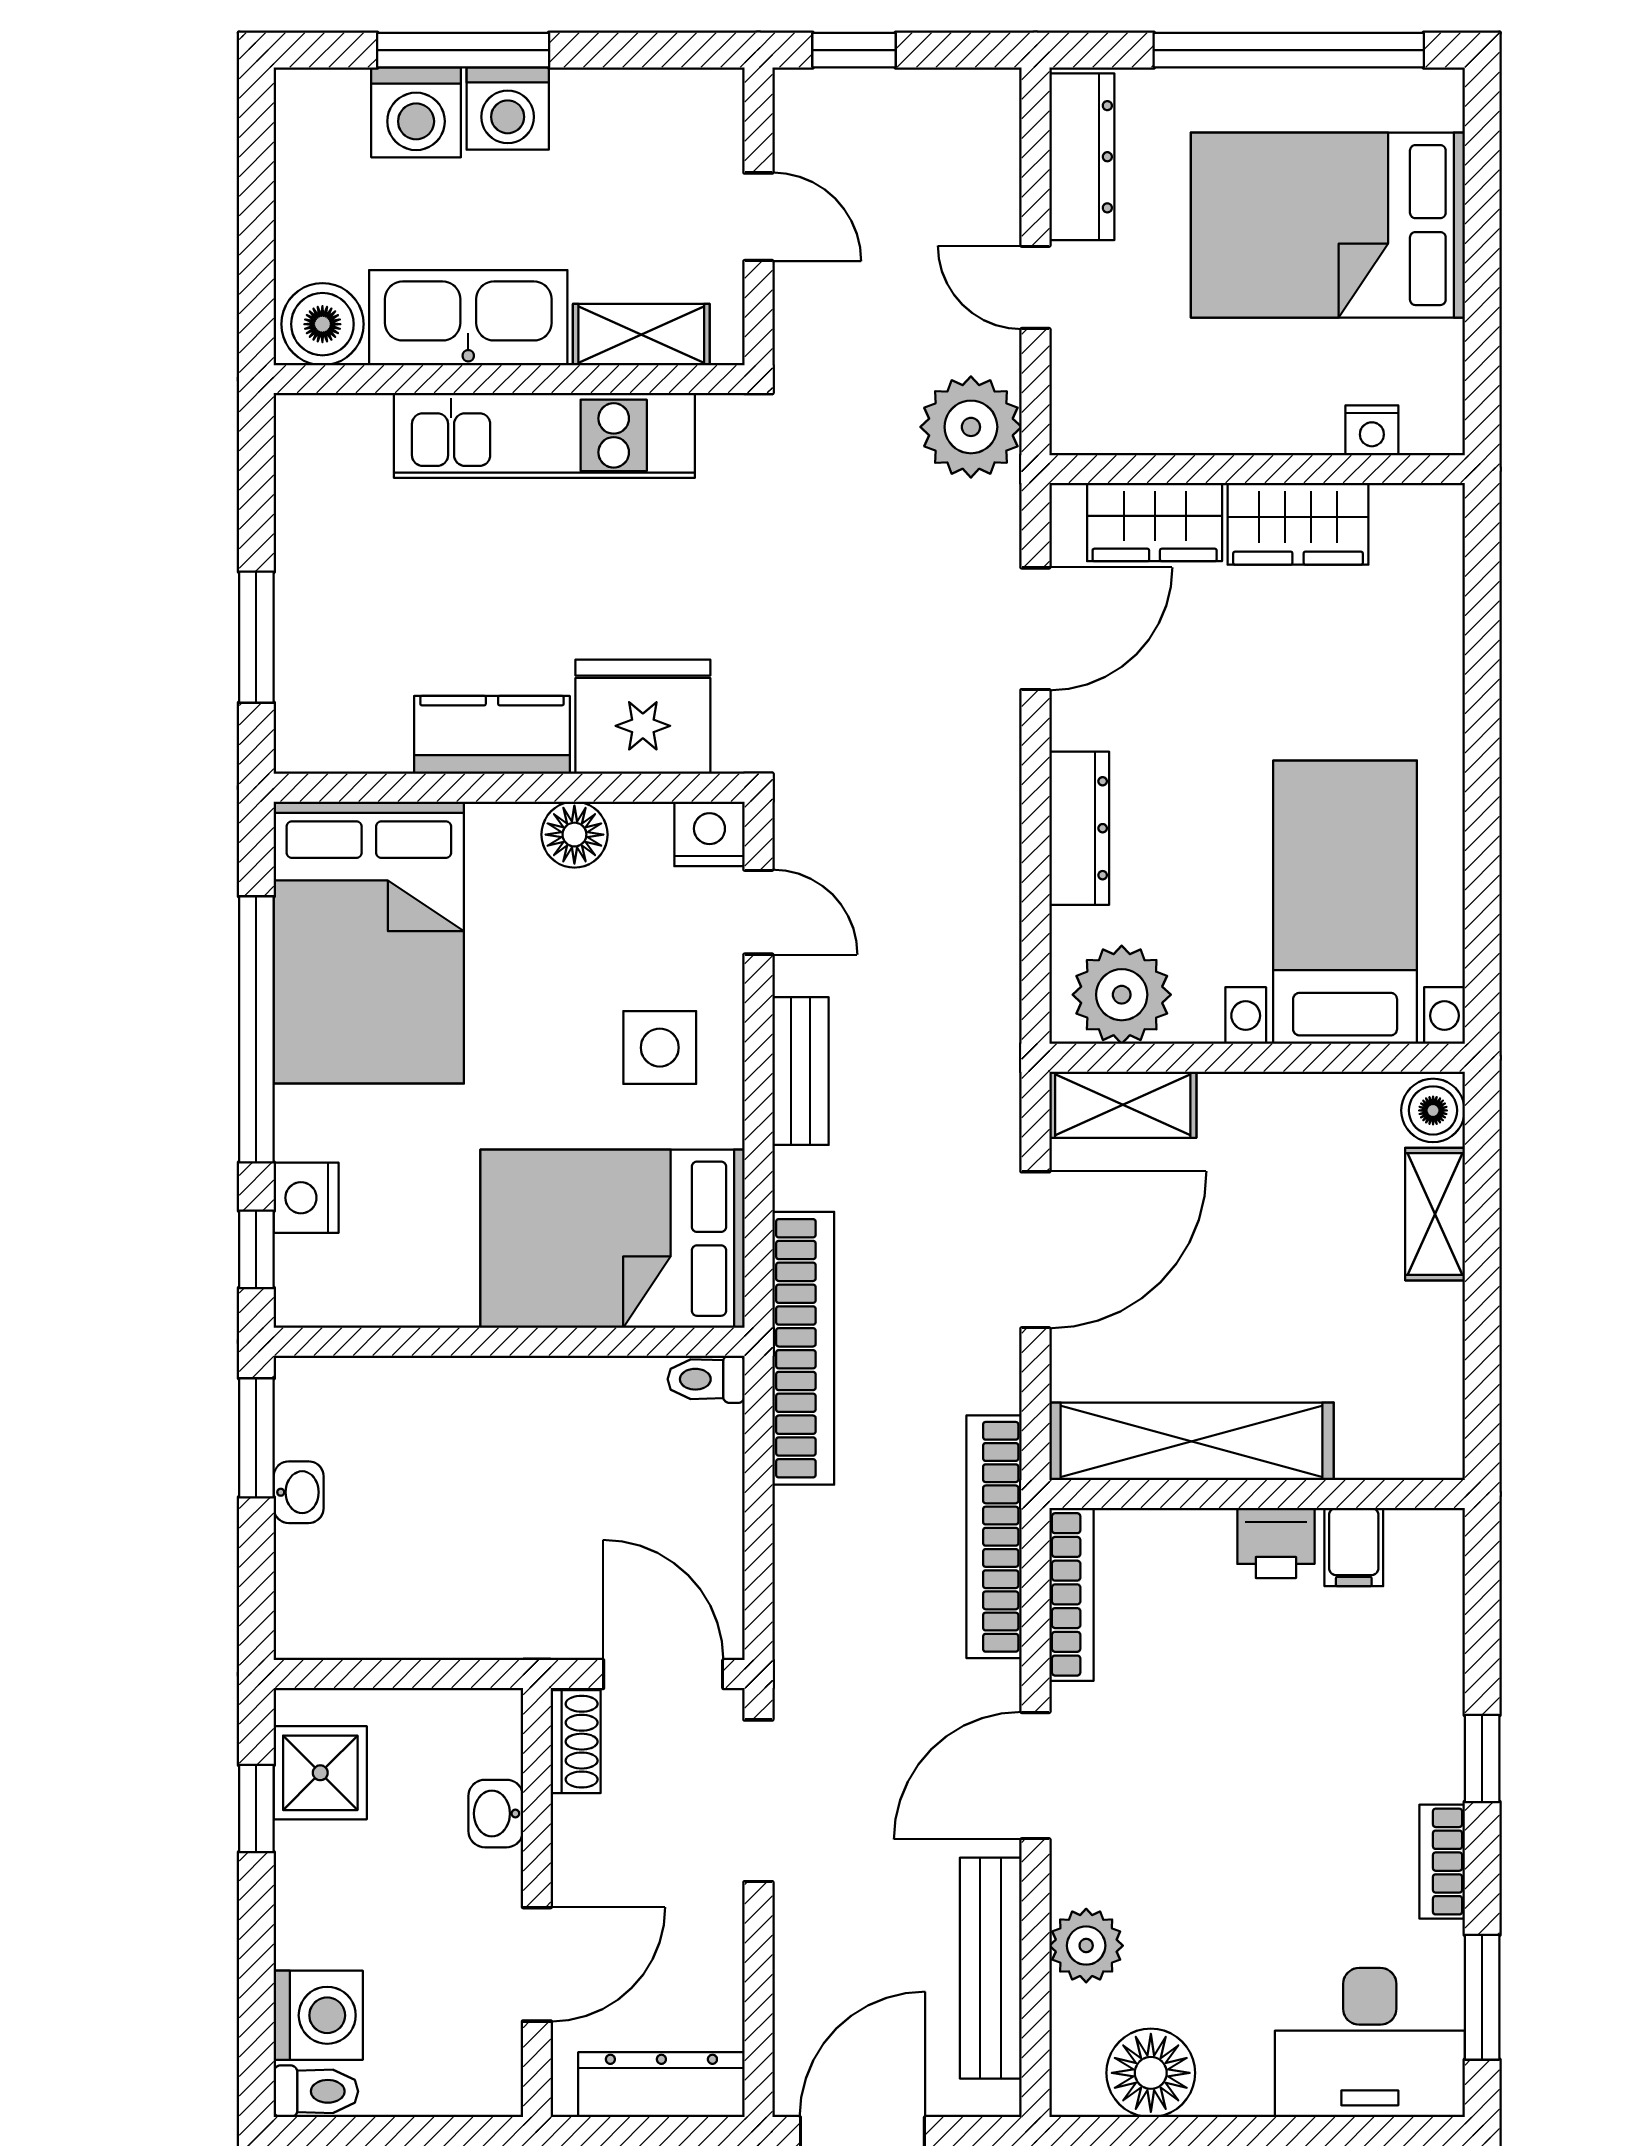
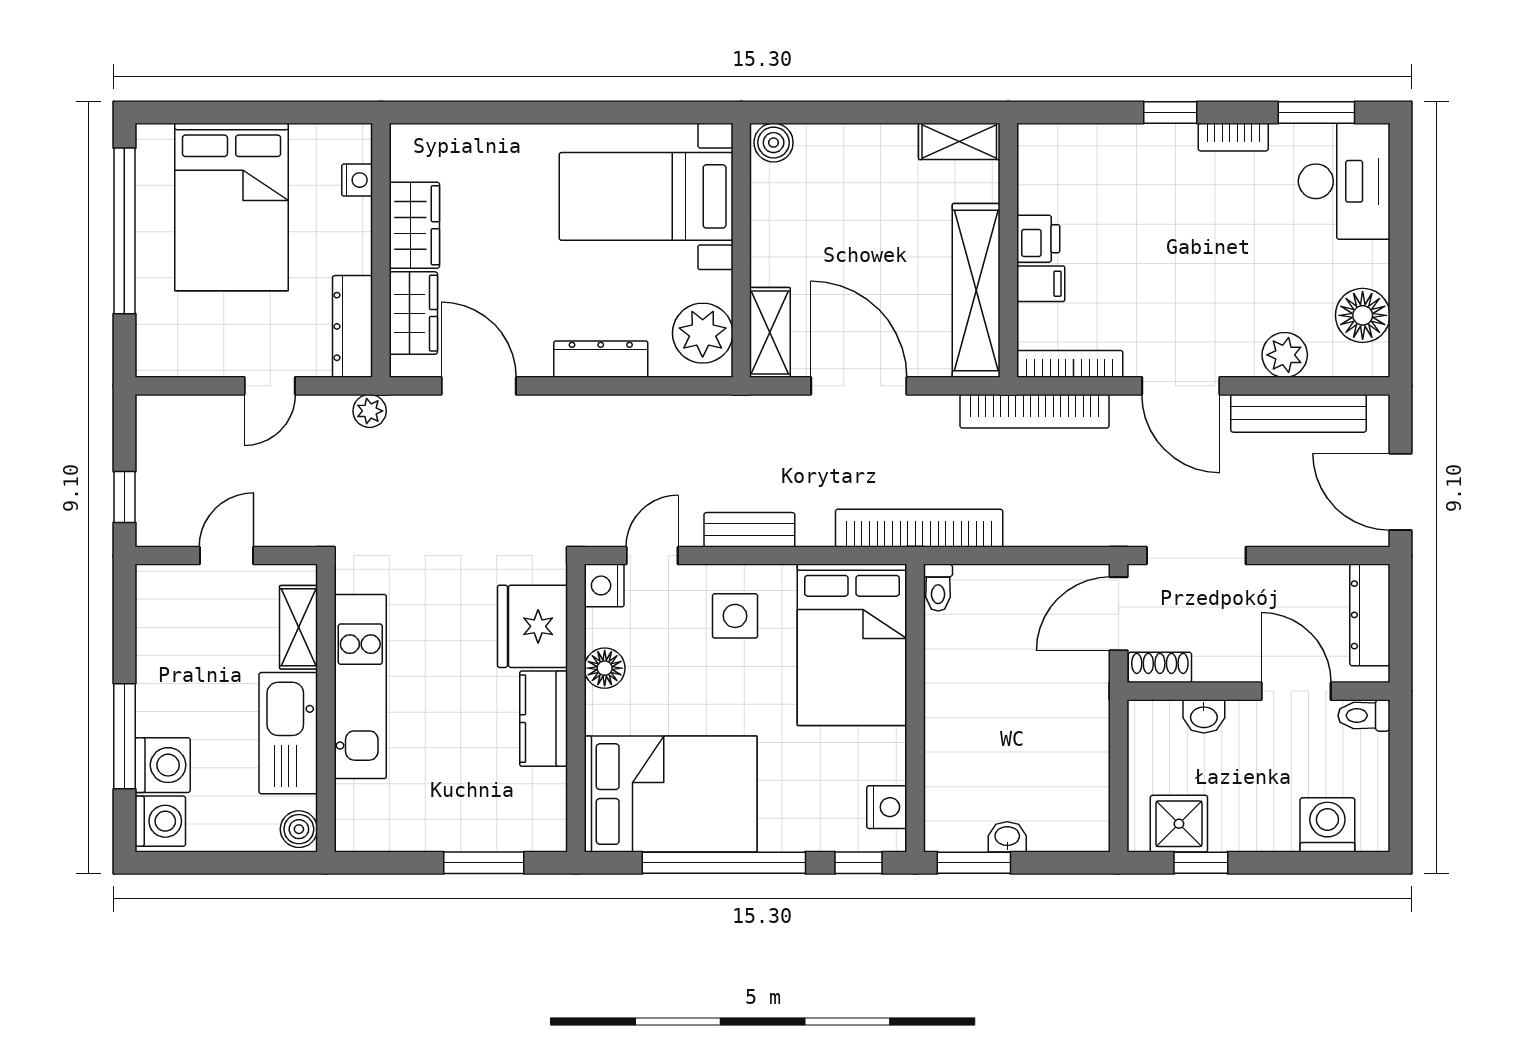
washing machine: (508, 109) -> (160, 821), moved
dresser: (1082, 157) -> (352, 326), moved, turned -90
boiler: (322, 324) -> (299, 829), width x0.73, depth x0.73
plant: (971, 427) -> (370, 411), width x0.53, depth x0.53
nightstand: (306, 1198) -> (887, 807), moved, turned -90
shelving: (1435, 1214) -> (959, 141), moved
filing cabinet: (1354, 1547) -> (1041, 284), moved
toilet: (316, 2091) -> (1364, 716), moved, turned -90

